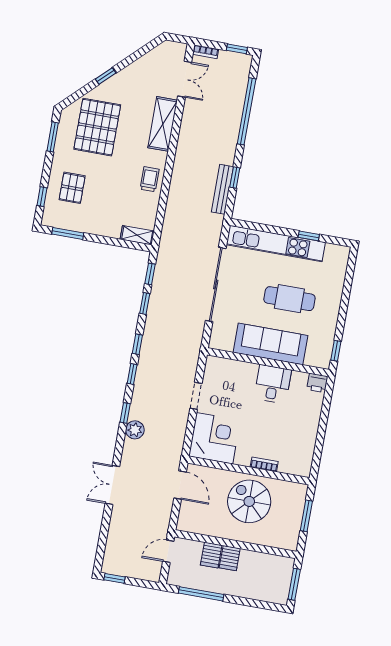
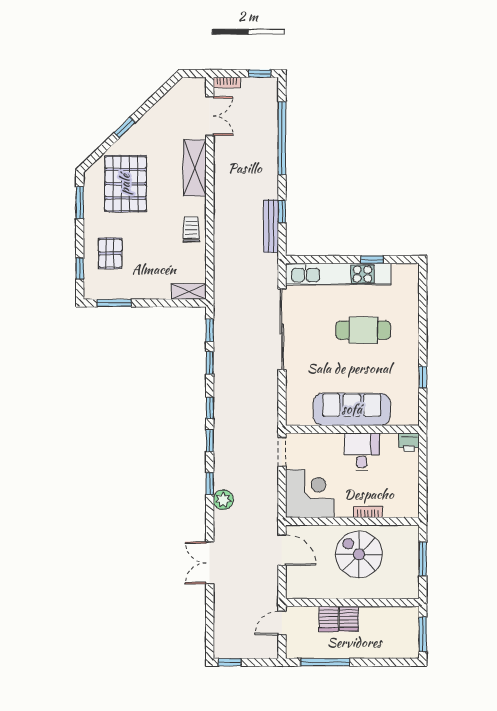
sofa: (270, 344) -> (352, 409), moved
wall: (268, 362) -> (352, 429), moved
printer: (317, 383) -> (409, 442), moved
desk: (273, 384) -> (362, 452), moved

